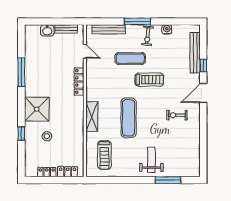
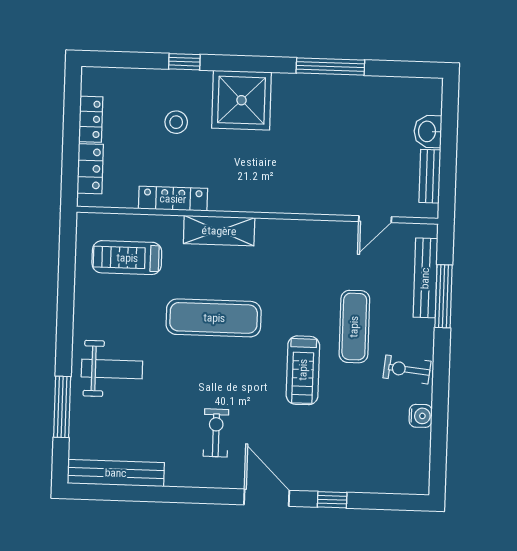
window: (137, 21) -> (444, 296), moved
bench: (195, 53) -> (116, 473), moved
locker: (79, 81) -> (173, 199), moved

